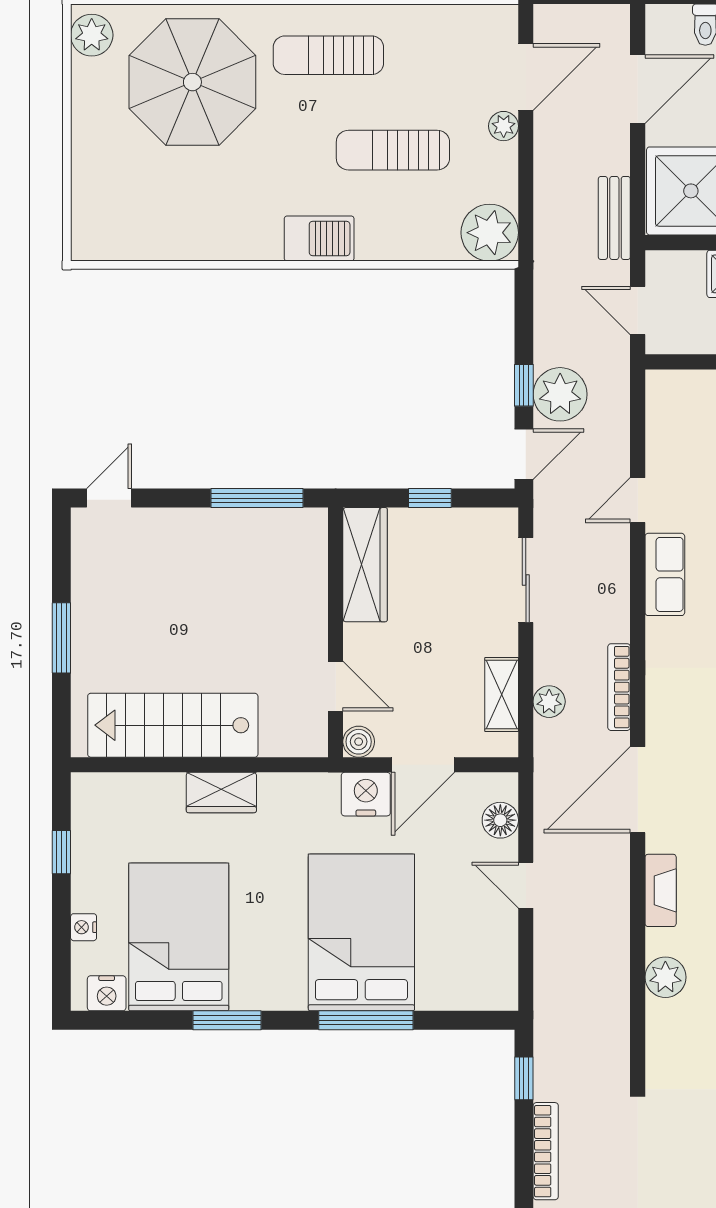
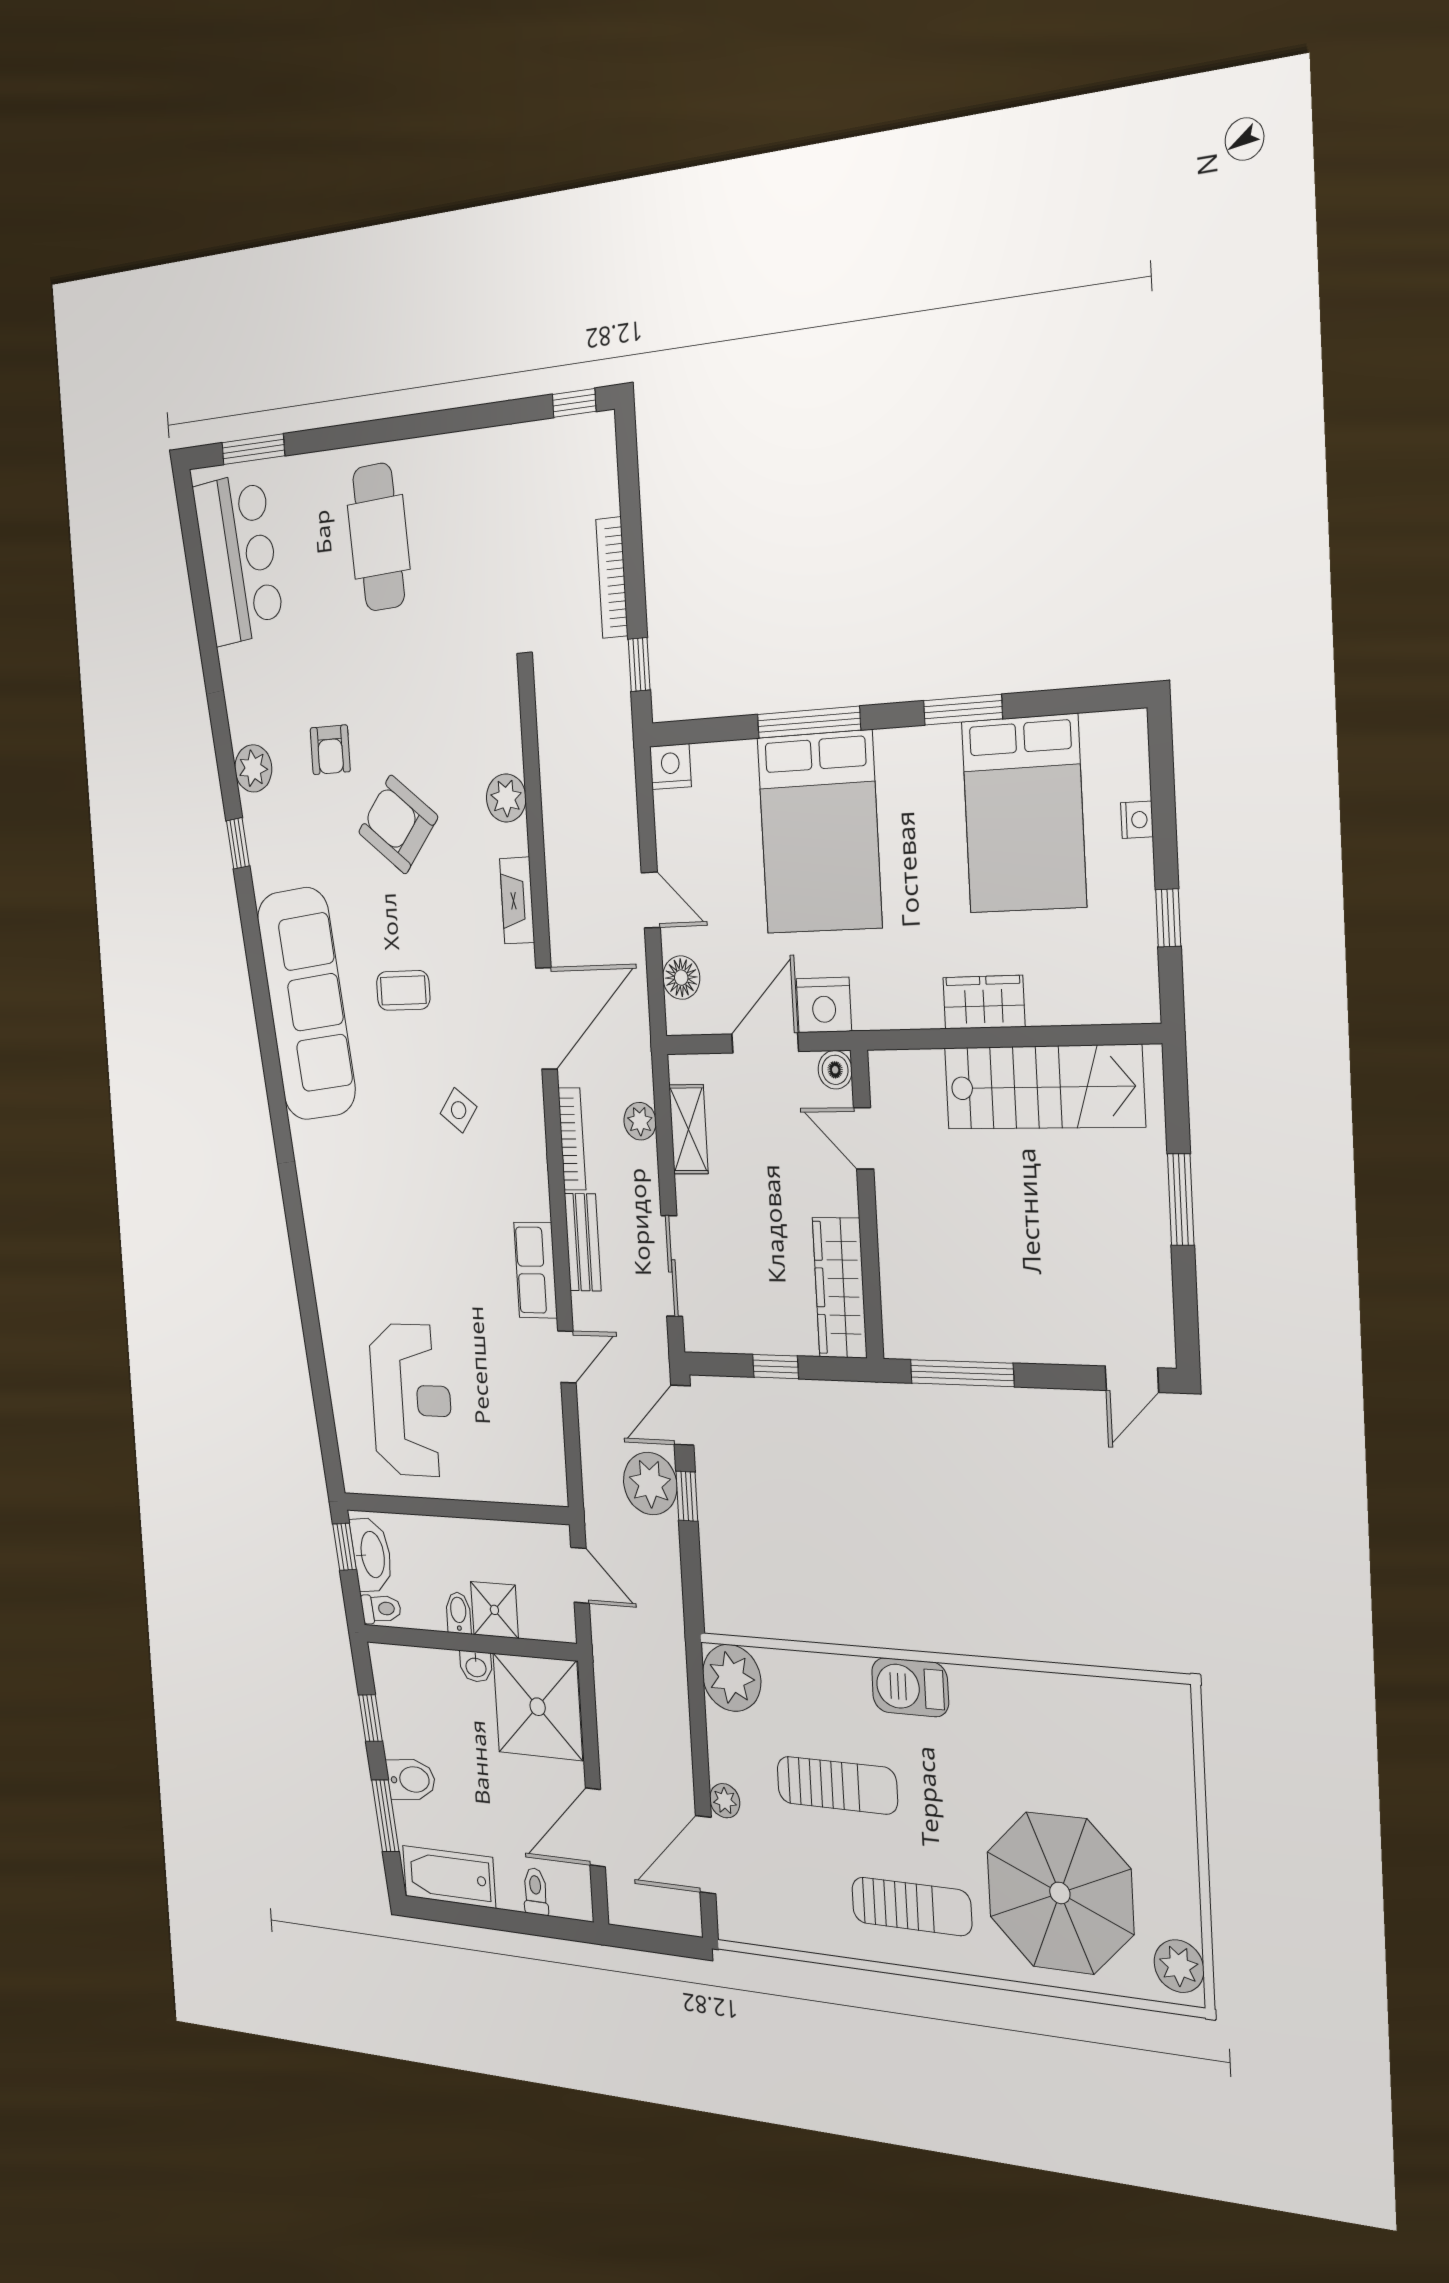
bench: (614, 218) -> (583, 1242), moved
nightstand: (107, 993) -> (670, 767), moved

